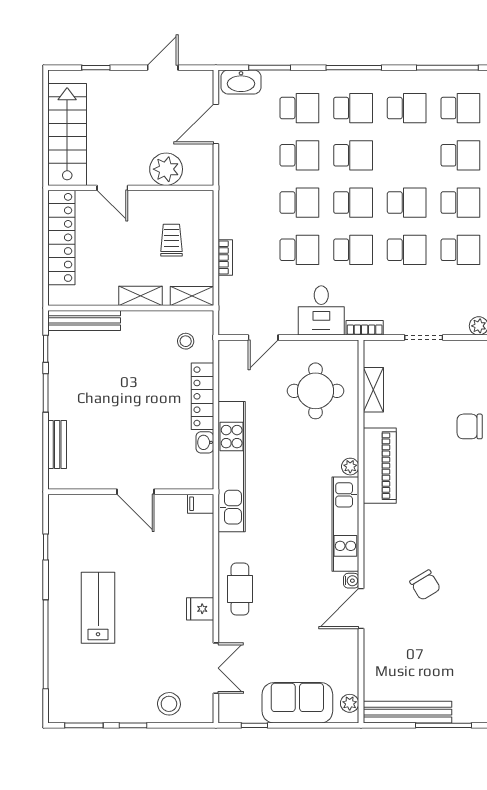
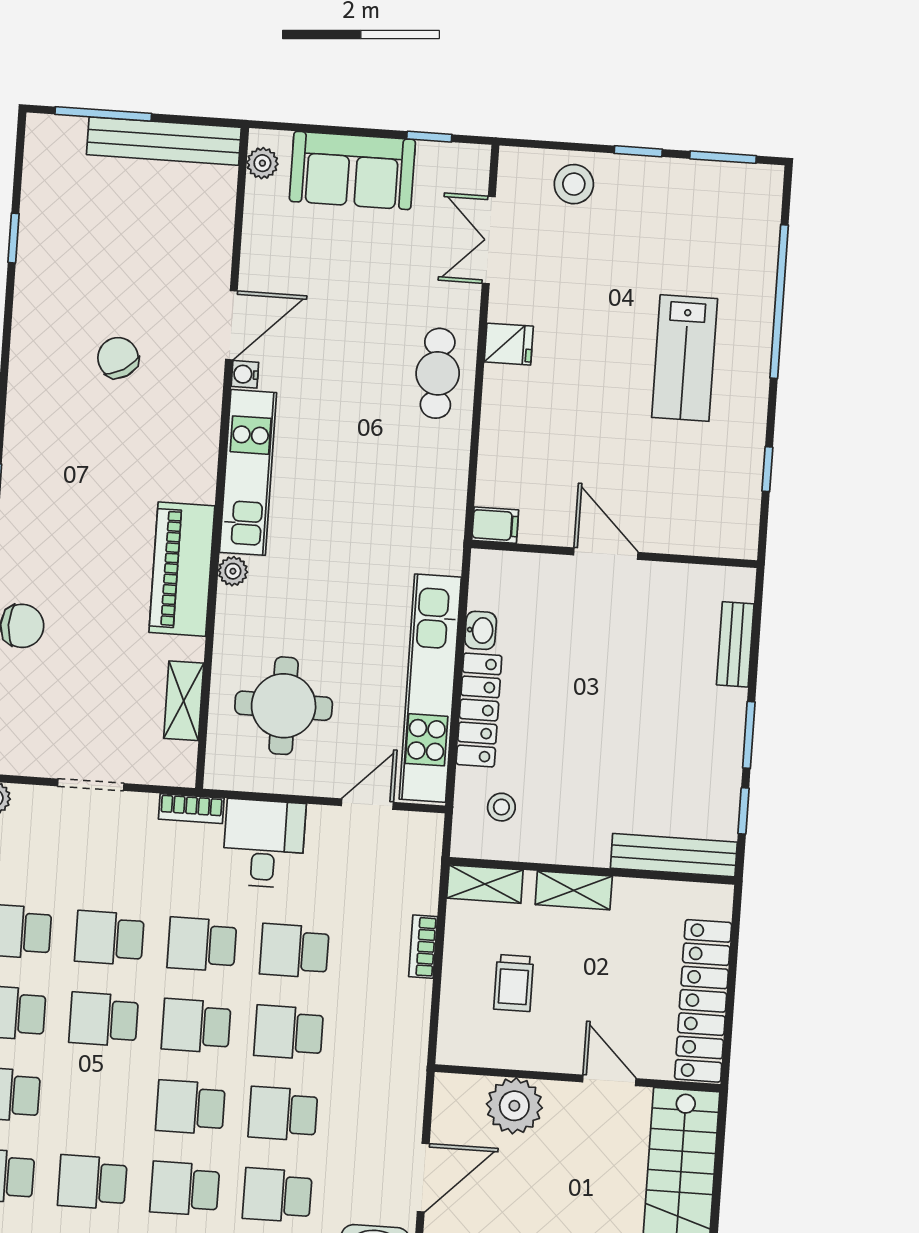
kitchen unit: (232, 467) -> (430, 688), moved

